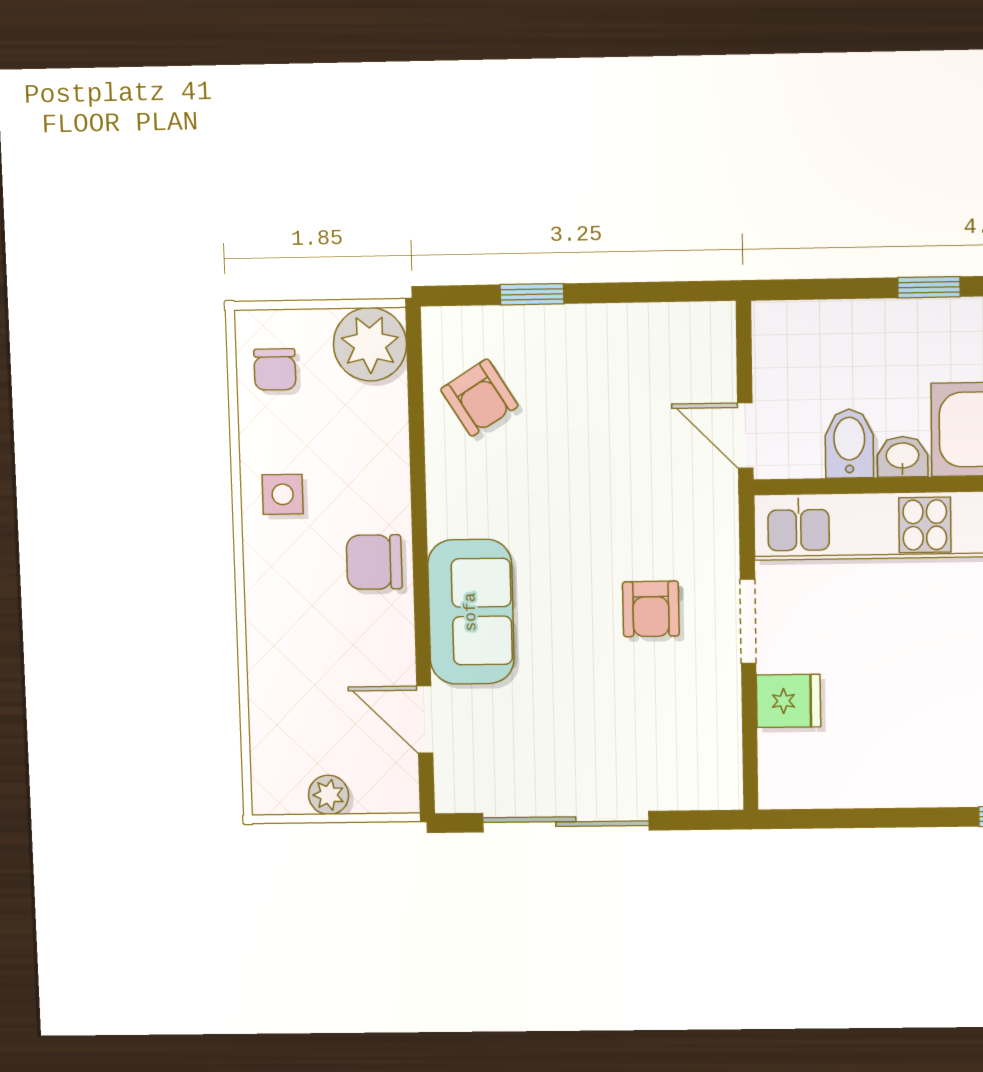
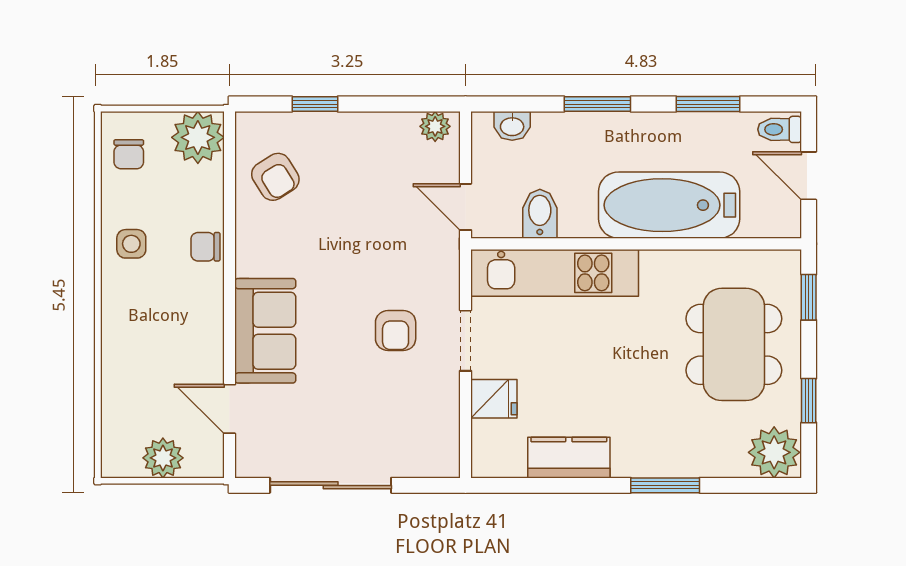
window: (929, 287) -> (597, 104), width x1.50
plant: (701, 323) -> (435, 126), added
washbasin: (902, 457) -> (512, 126), moved, turned 180
chair: (374, 562) -> (206, 247), moved, width x0.73, depth x0.73
kitchen counter: (893, 780) -> (569, 458), added
plant: (329, 795) -> (163, 458), width x1.38, depth x1.38

